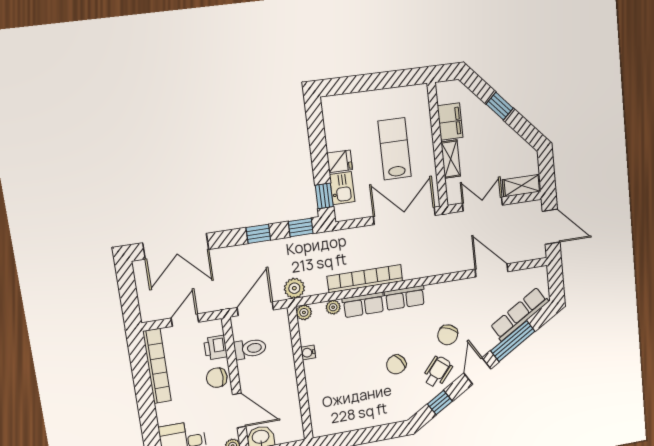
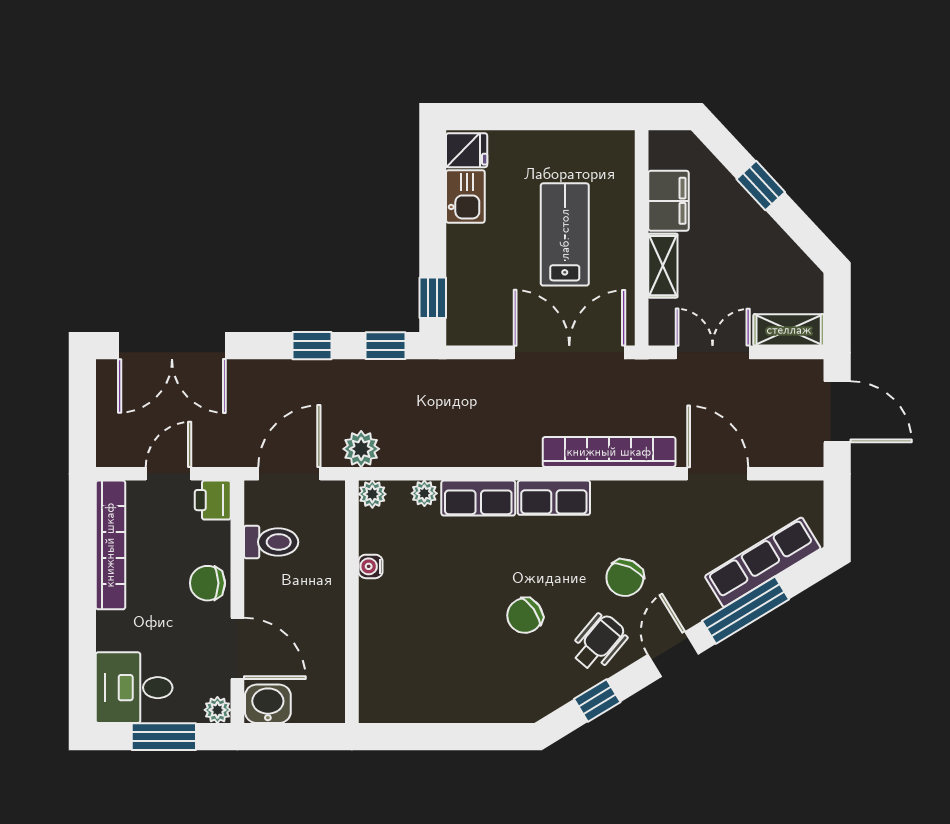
fridge: (340, 161) -> (467, 150), moved
kitchen sink: (342, 188) -> (465, 196), moved
bookcase: (365, 279) -> (609, 452), moved
printer: (216, 348) -> (213, 500), moved

